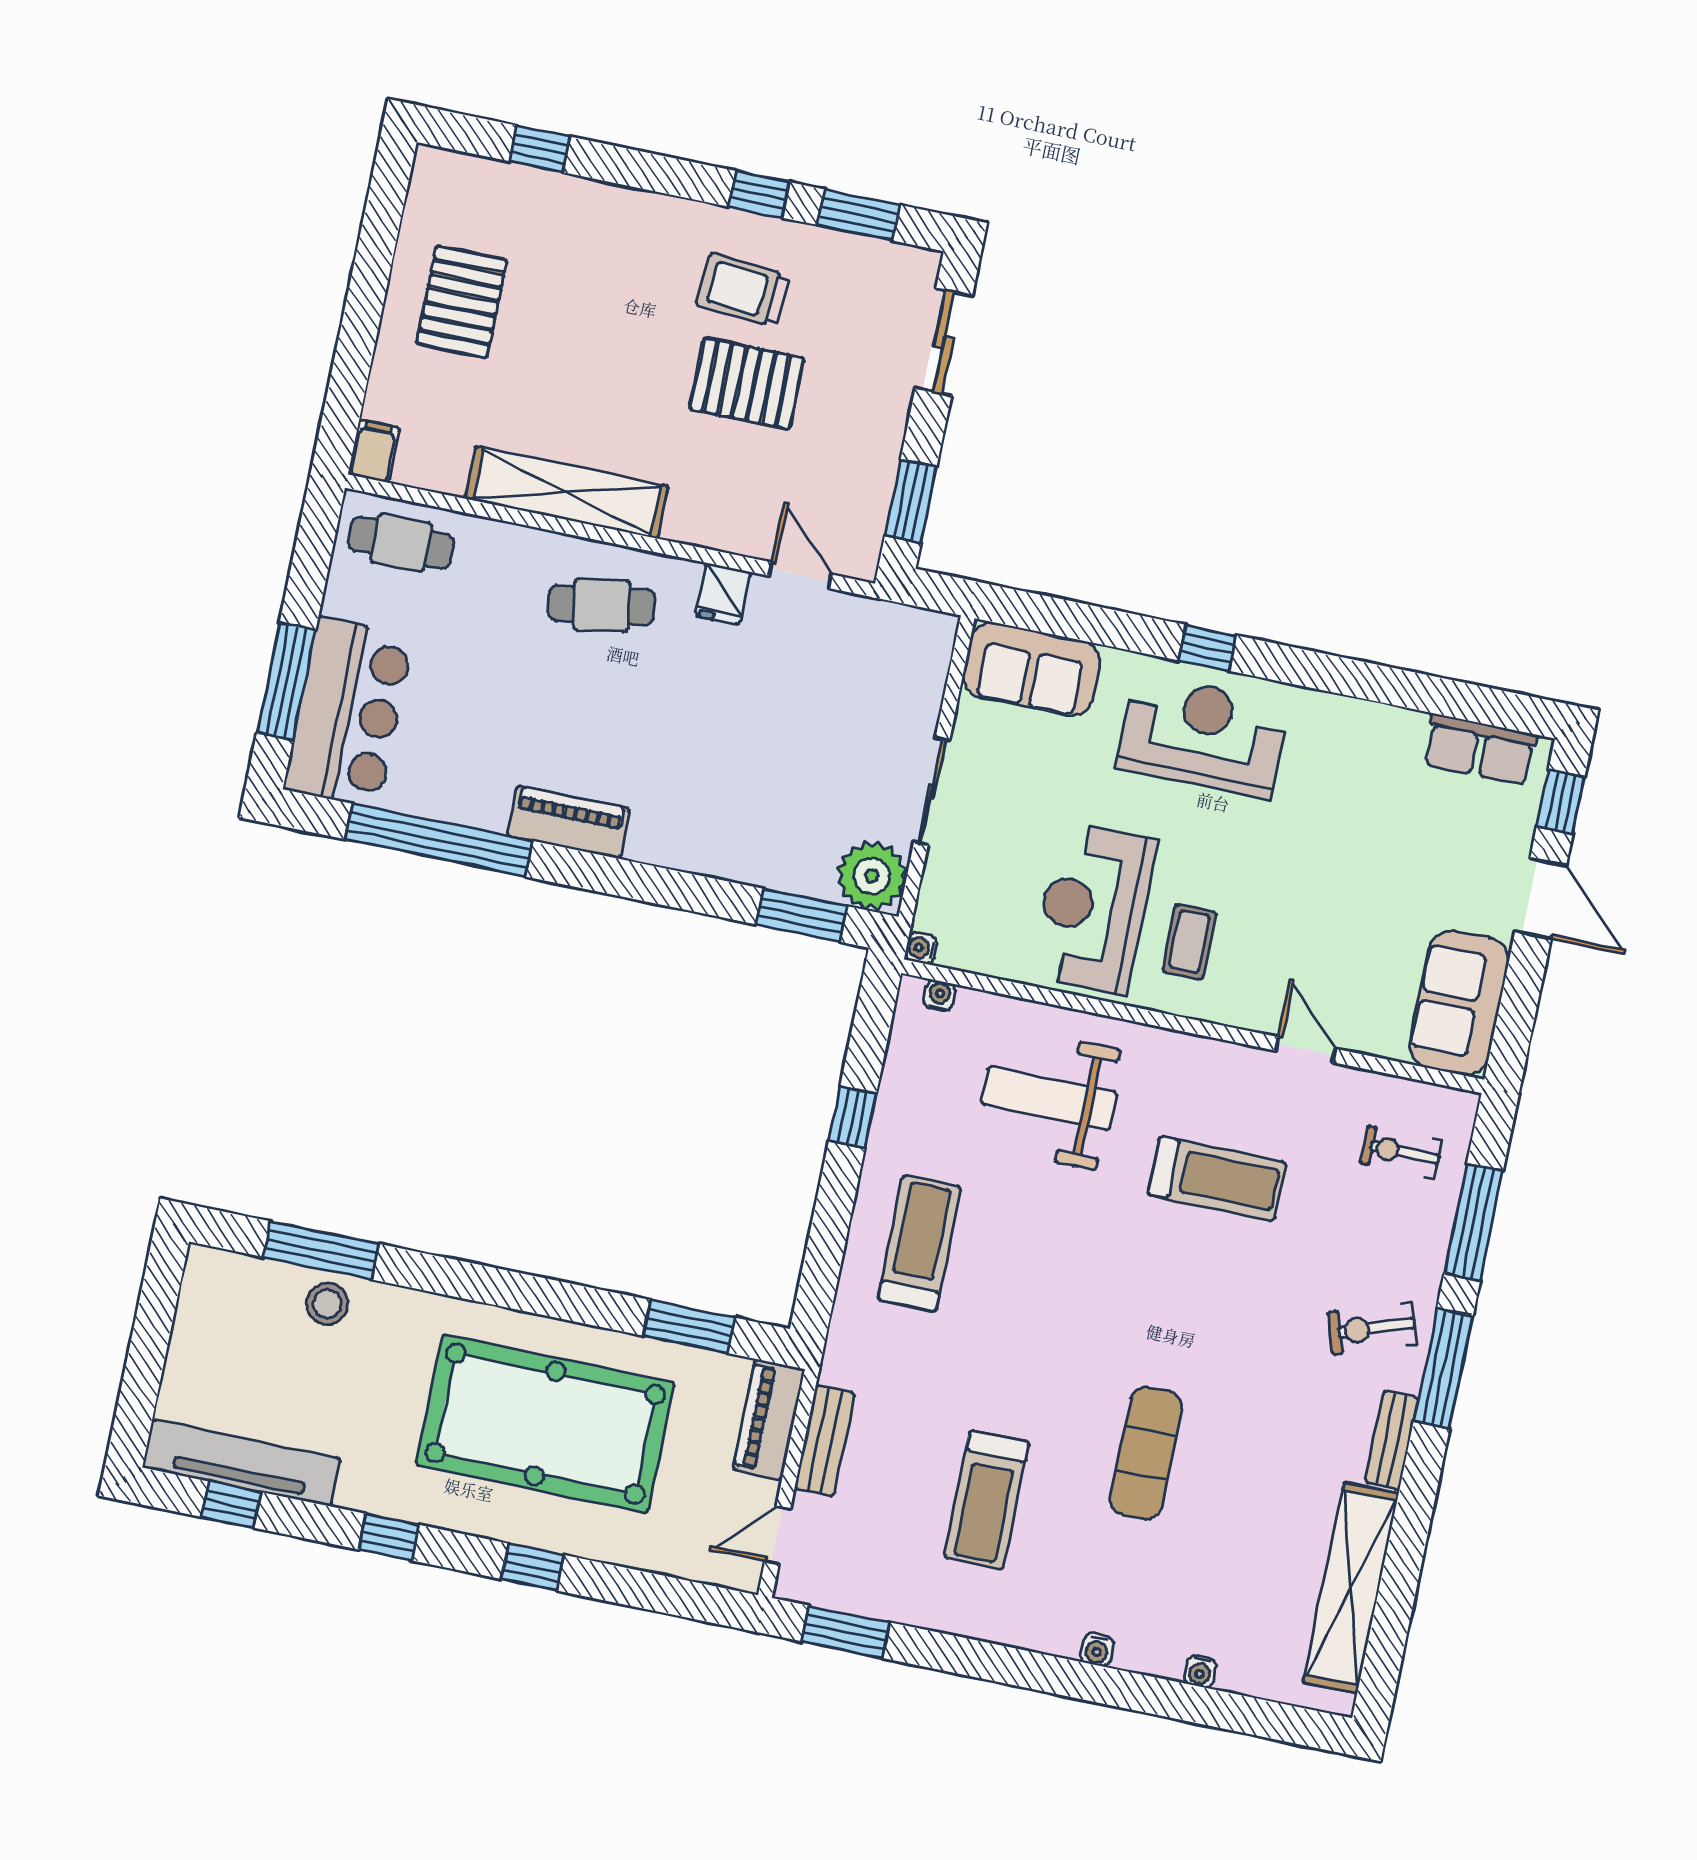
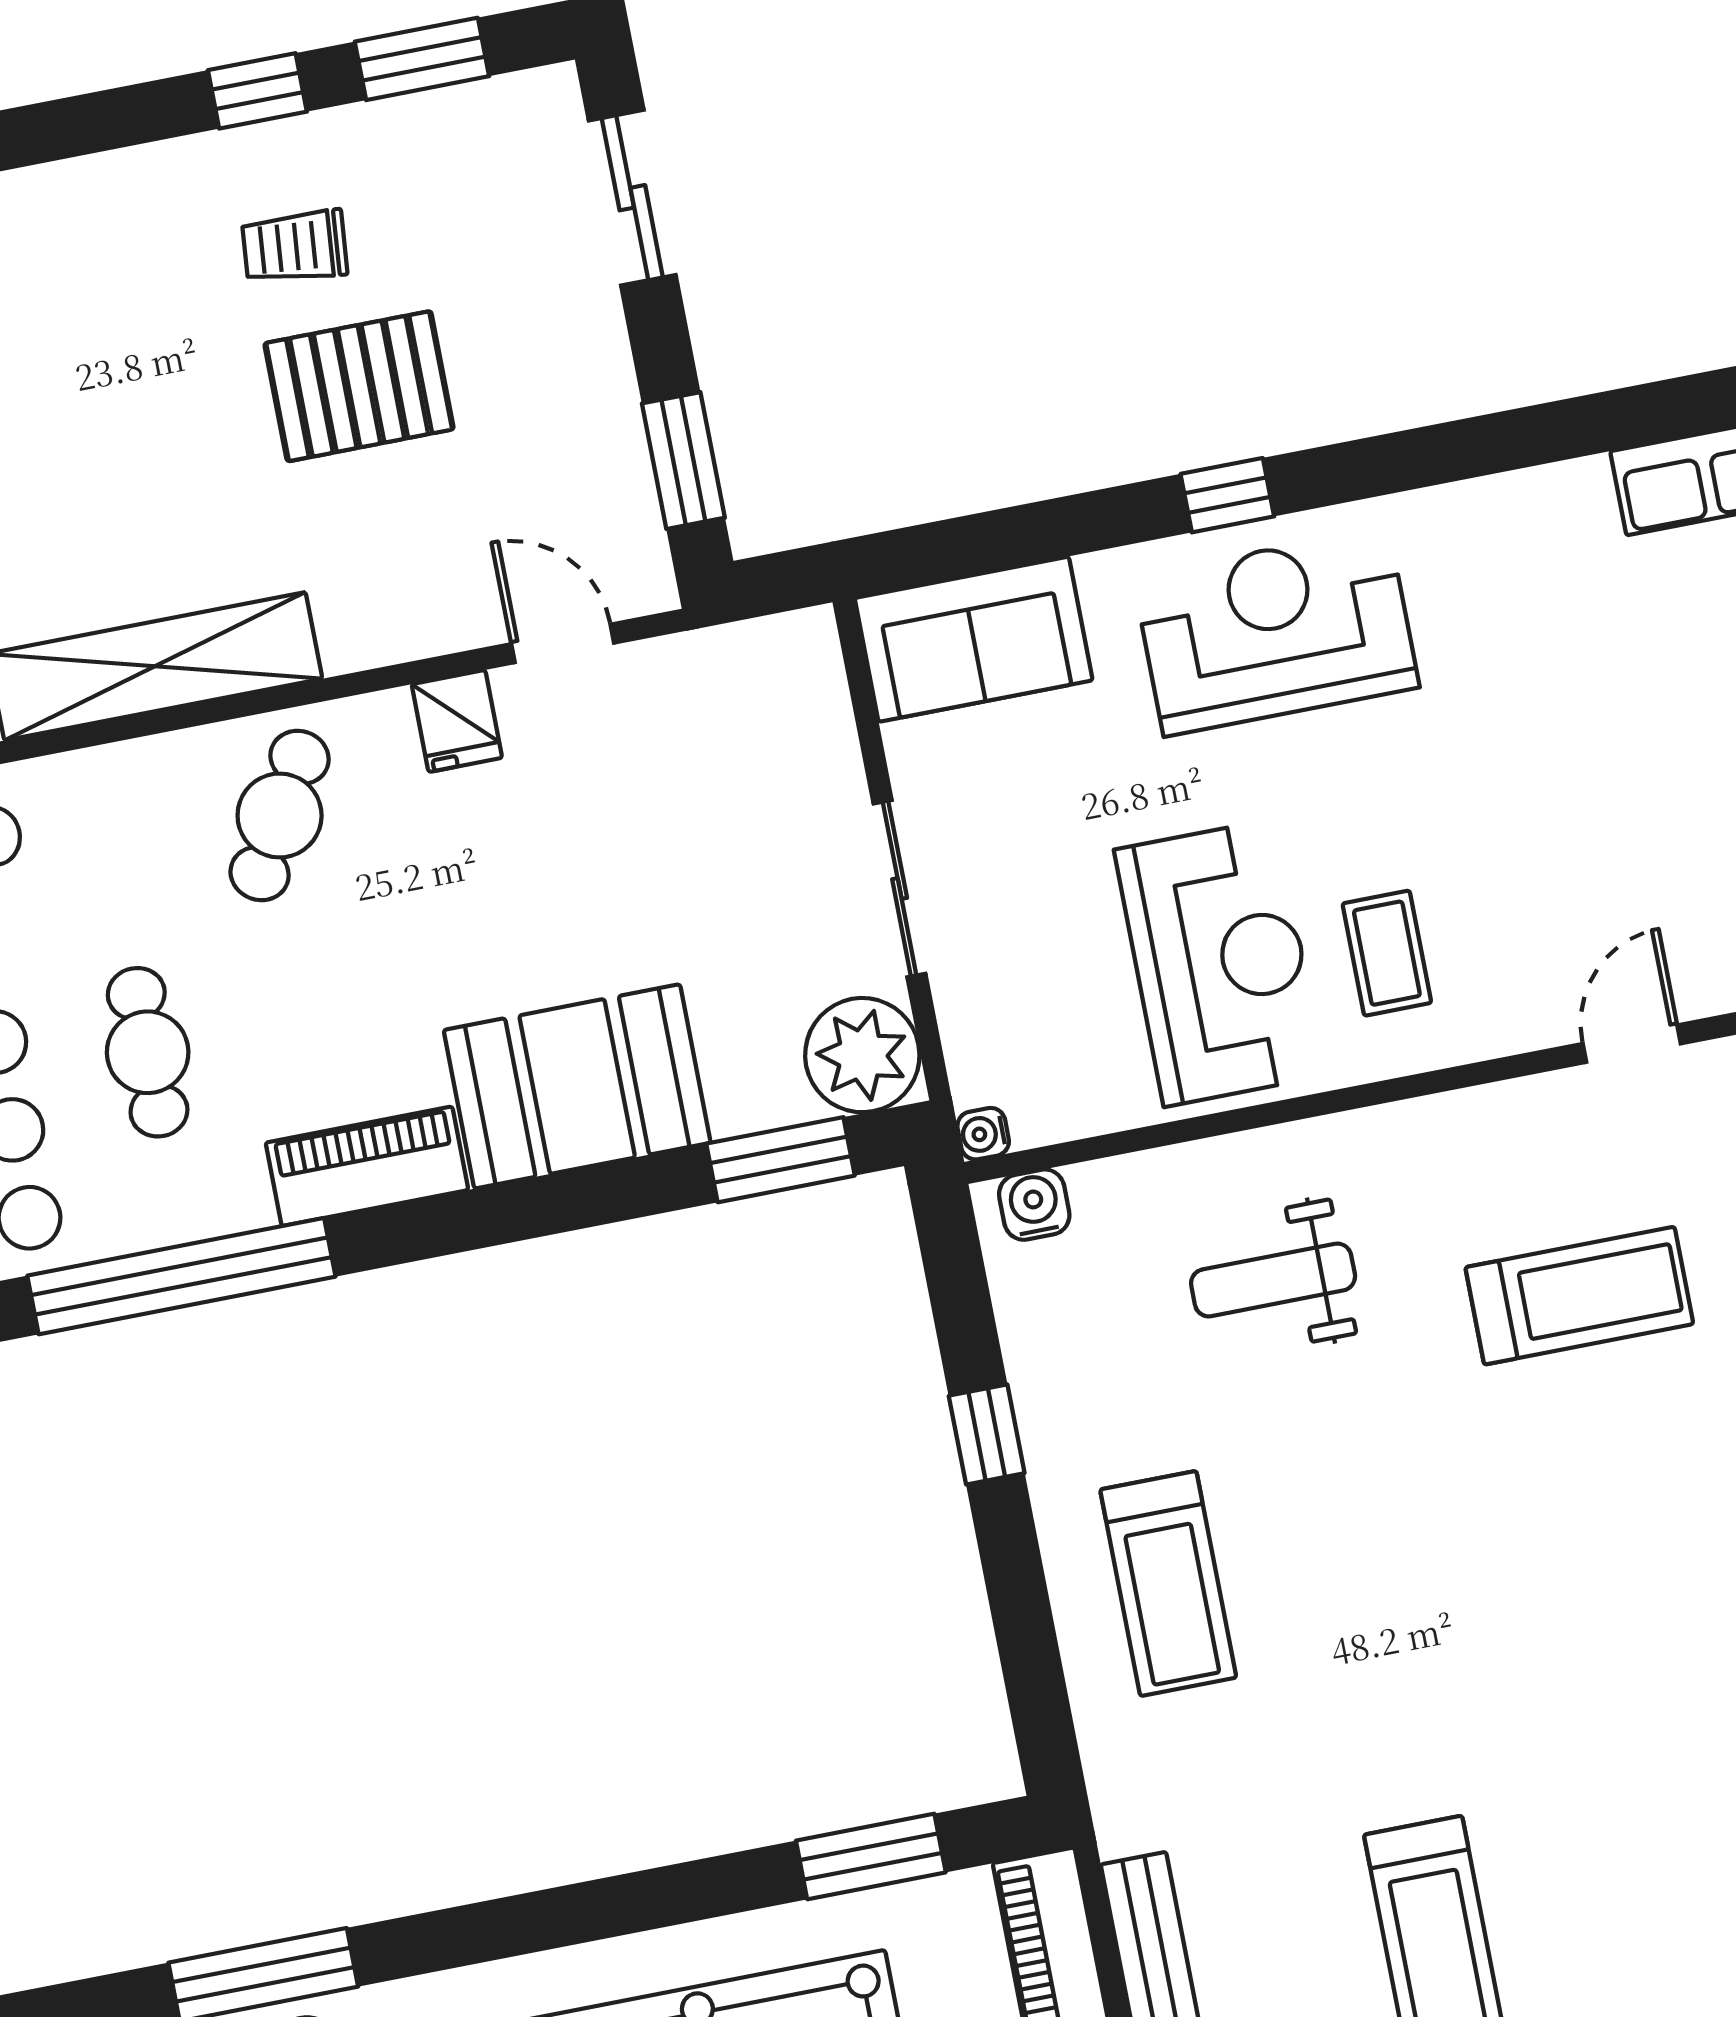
trolley: (743, 290) -> (295, 247), width x0.73, depth x0.72
cafe table: (602, 605) -> (280, 816), turned -51
cafe table: (472, 707) -> (148, 1052), added
booth: (705, 827) -> (577, 1086), added
reception desk: (1094, 908) -> (1220, 963), turned 180
water cooler: (940, 996) -> (1034, 1205), width x1.38, depth x1.38
door: (1305, 1050) -> (1632, 1044), hinge flipped
weight bench: (1049, 1098) -> (1273, 1280), width x0.73, depth x0.75
treadmill: (919, 1243) -> (1168, 1584), turned 180
exercise mat: (1146, 1453) -> (1647, 1758), removed

